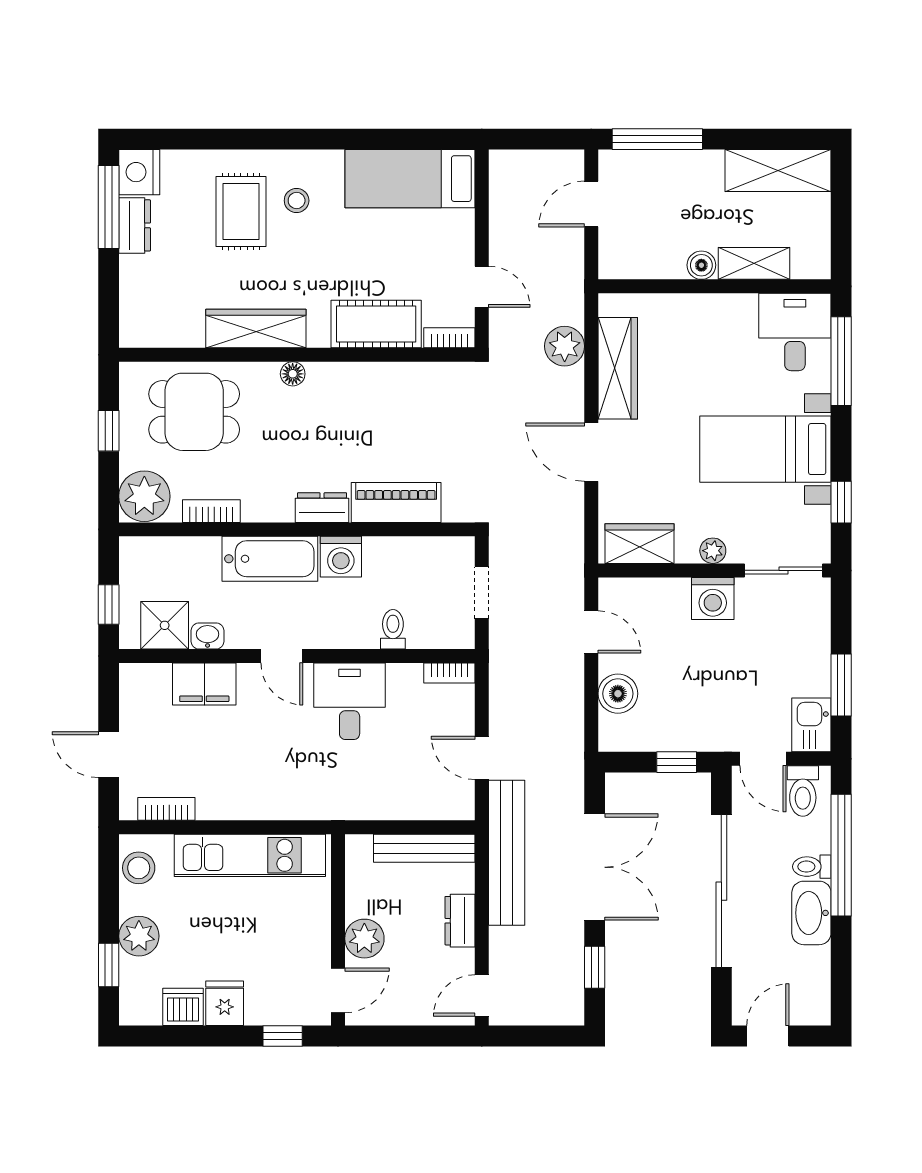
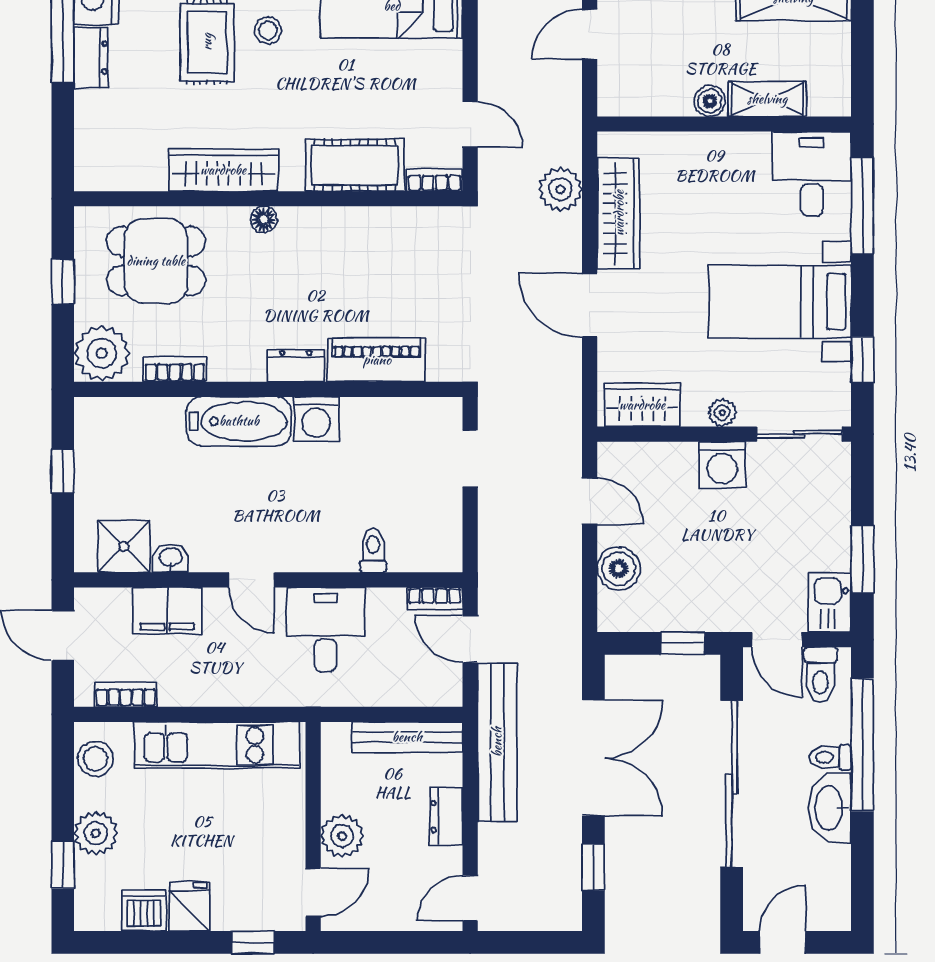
shower: (165, 625) -> (124, 546), moved
toilet: (393, 629) -> (373, 551), moved
washbasin: (208, 636) -> (171, 558), moved
door: (282, 656) -> (252, 580), moved
wall: (297, 656) -> (268, 580), moved
bookcase: (449, 673) -> (435, 598), moved
filing cabinet: (204, 684) -> (167, 610), moved
desk: (350, 701) -> (326, 629), moved

